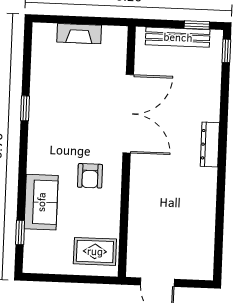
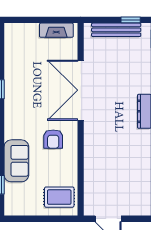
fireplace: (79, 34) -> (56, 30), moved
double door: (128, 114) -> (81, 90), swing flipped

